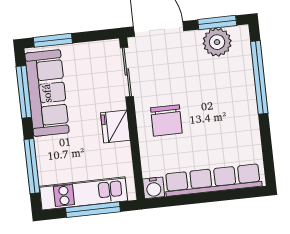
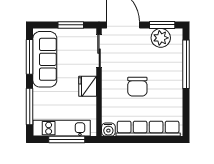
window: (53, 40) -> (71, 25), moved
chair: (166, 120) -> (137, 87), moved

